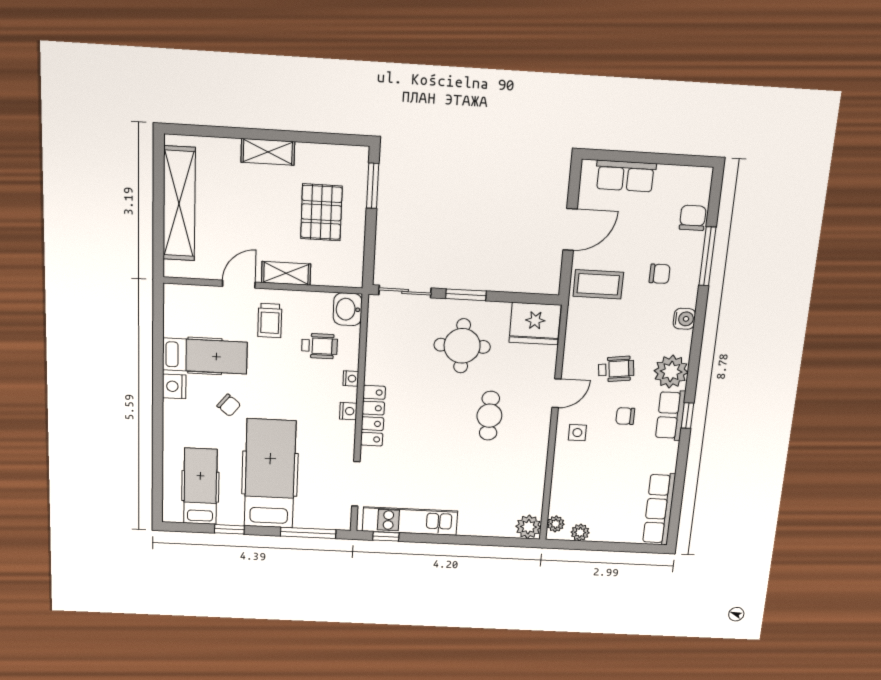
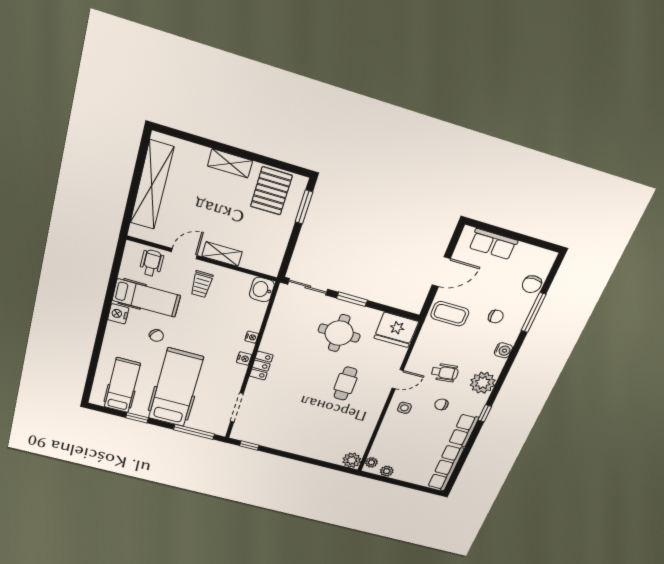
pallet: (321, 212) -> (271, 191), moved
chair: (693, 218) -> (532, 284), turned 180
wheelchair: (319, 346) -> (152, 263), moved, turned -90
row of seats: (671, 415) -> (464, 430), moved
locker: (373, 416) -> (261, 366), width x0.66
kitchen unit: (410, 521) -> (269, 439), removed

